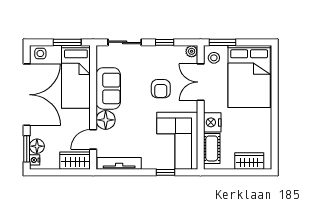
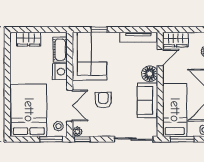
sliding door: (125, 42) -> (134, 139), width x1.37
window: (165, 42) -> (82, 139), moved

